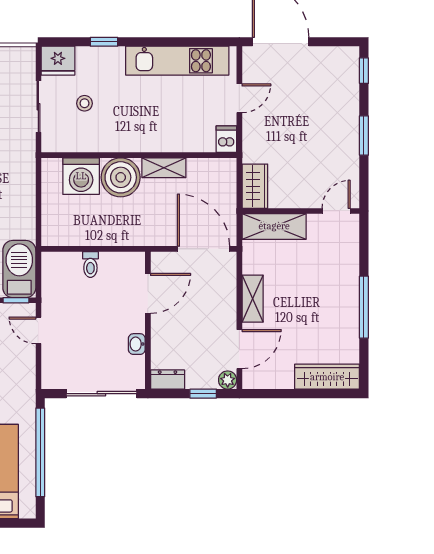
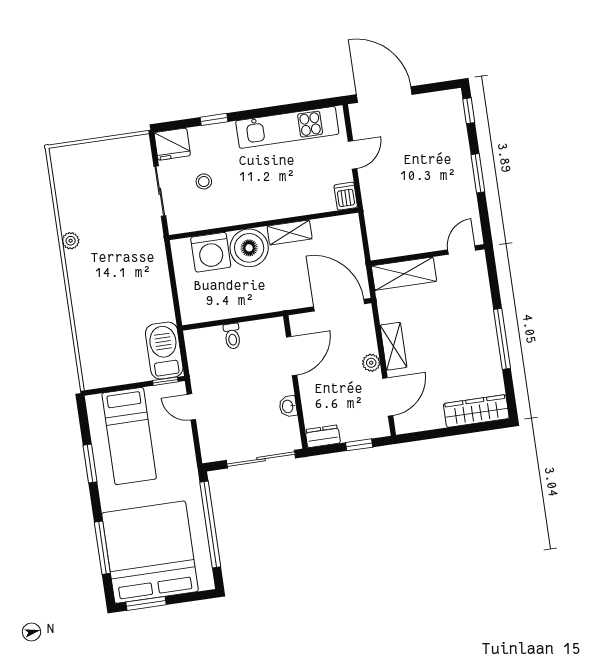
wardrobe: (255, 186) -> (380, 237), removed
plant: (228, 380) -> (371, 363), moved

